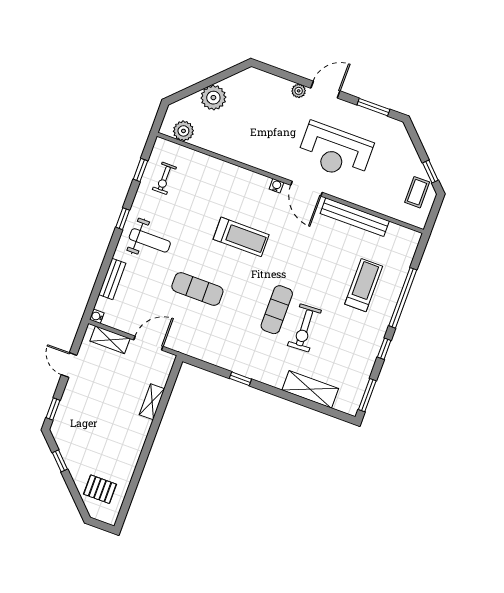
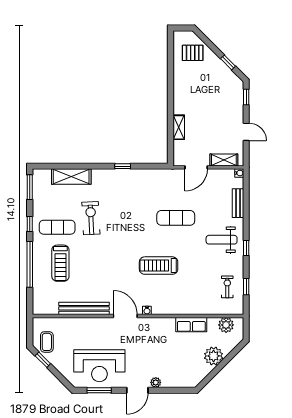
row of seats: (227, 147) -> (191, 325), added
reception desk: (335, 151) -> (99, 366), moved, turned 180
exercise mat: (277, 310) -> (57, 227), moved, turned 90

